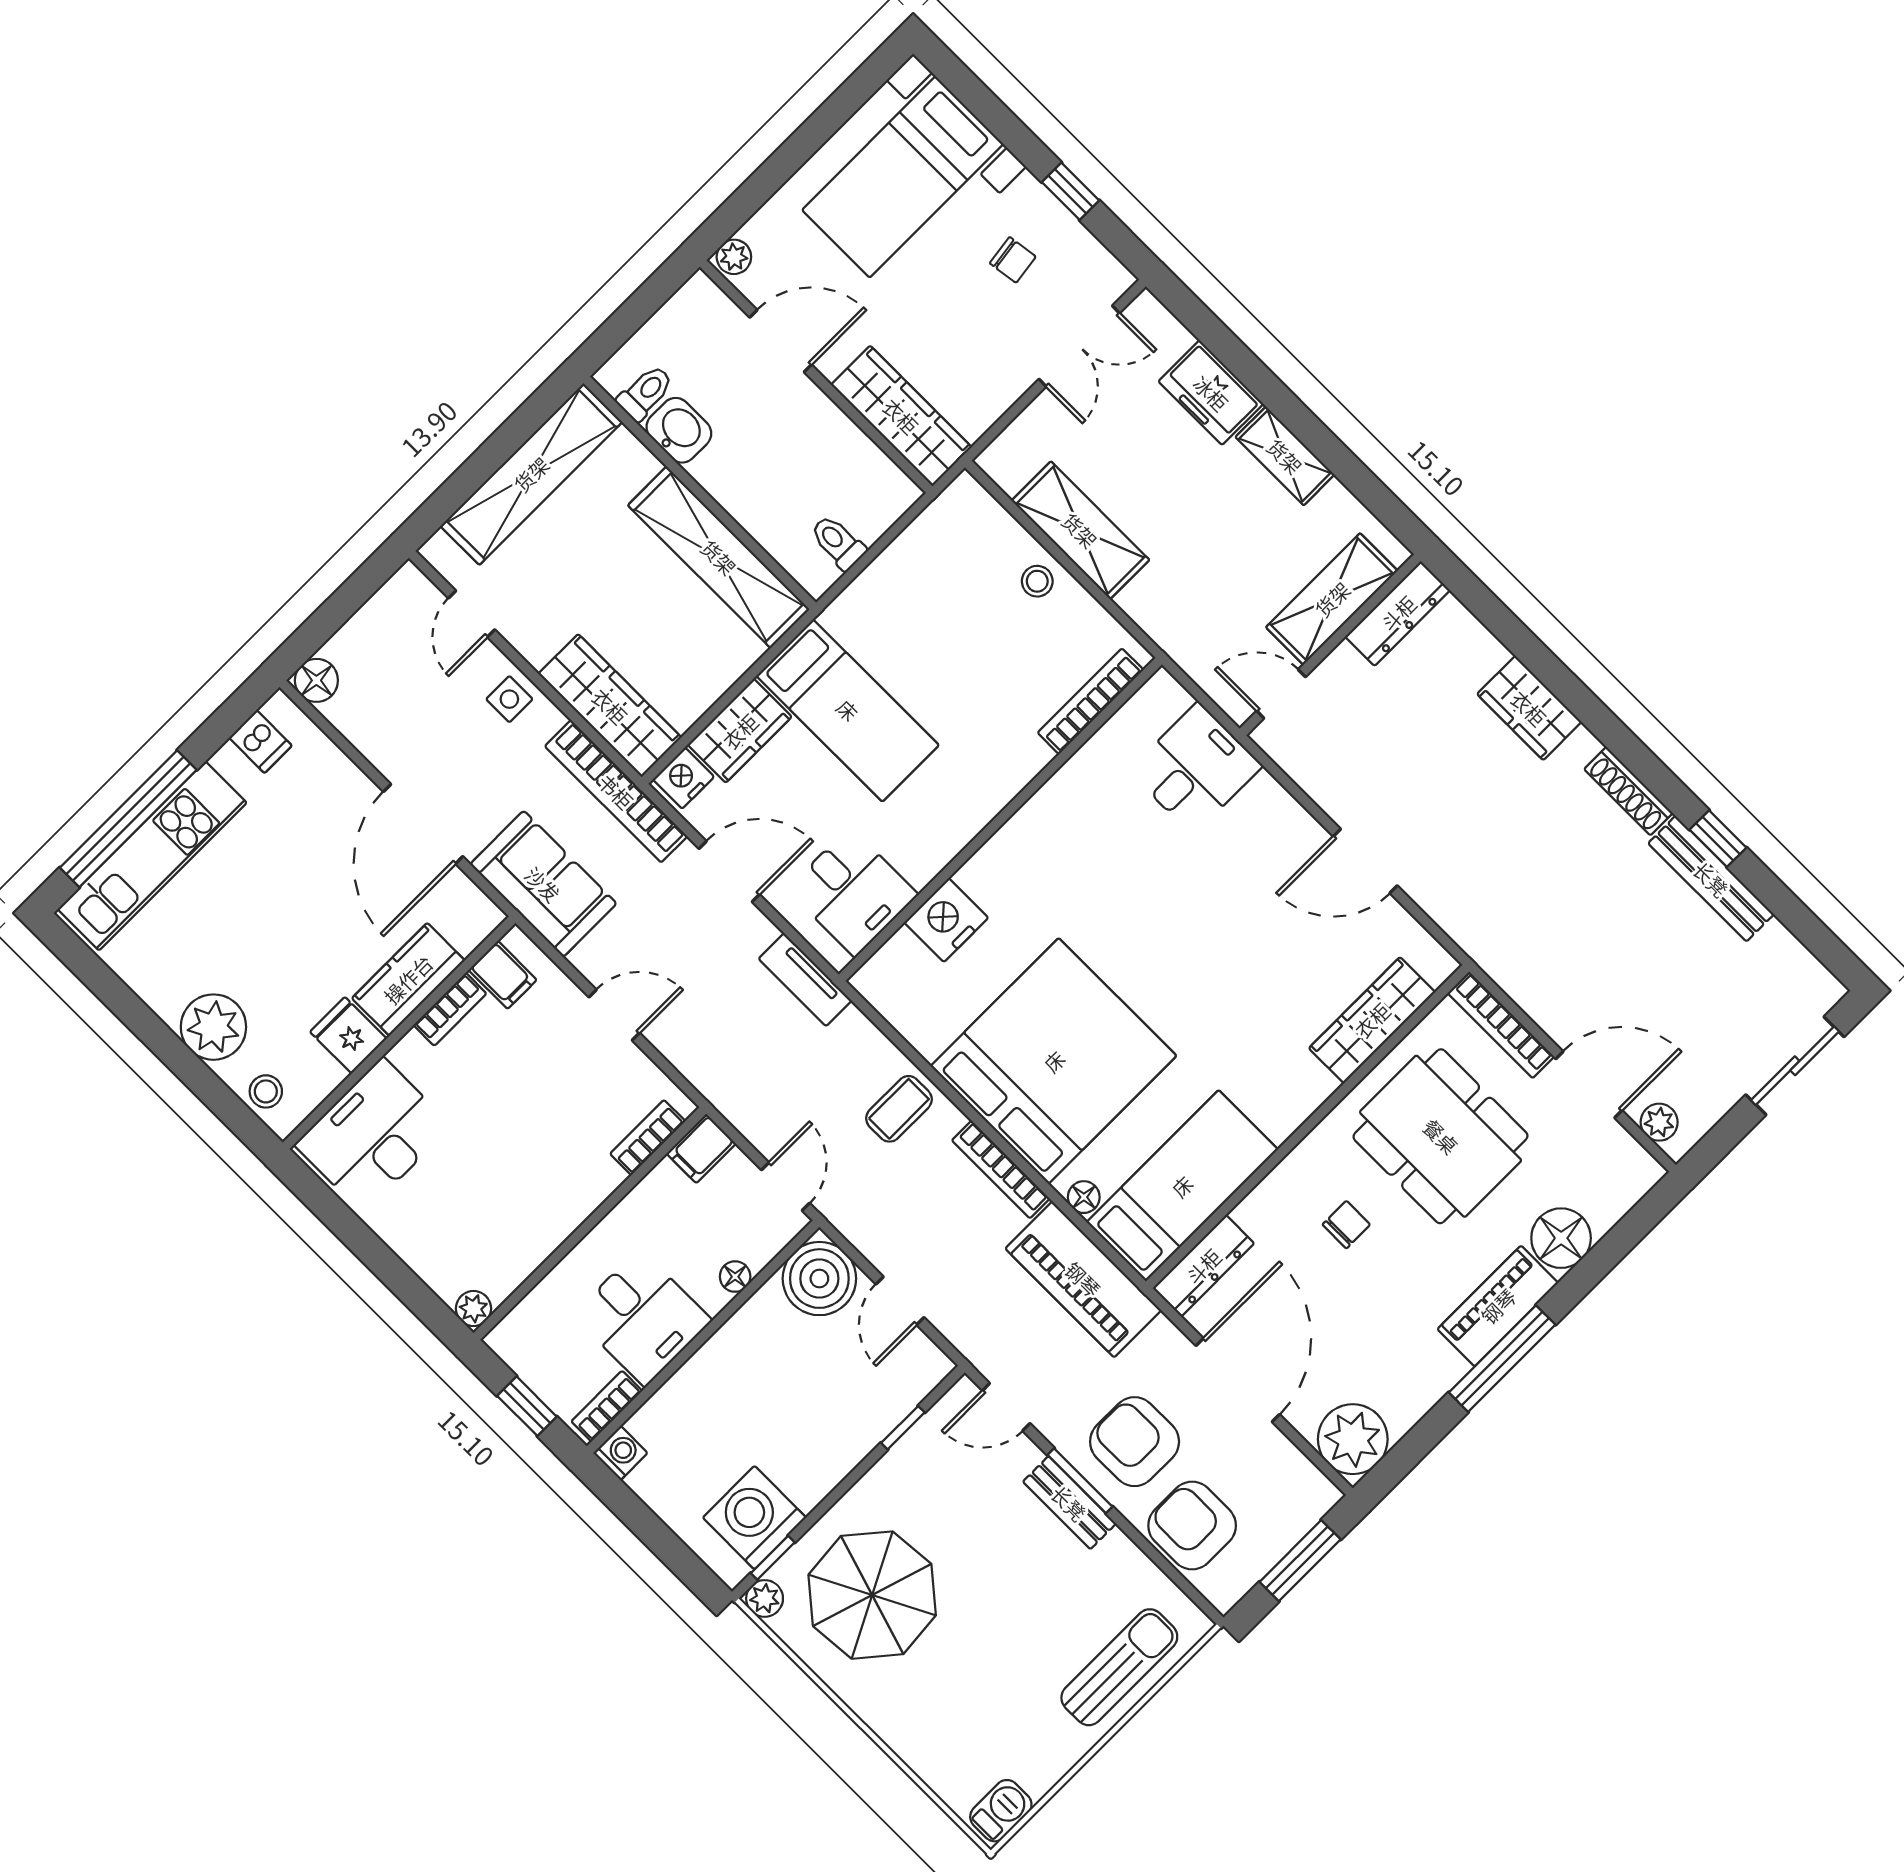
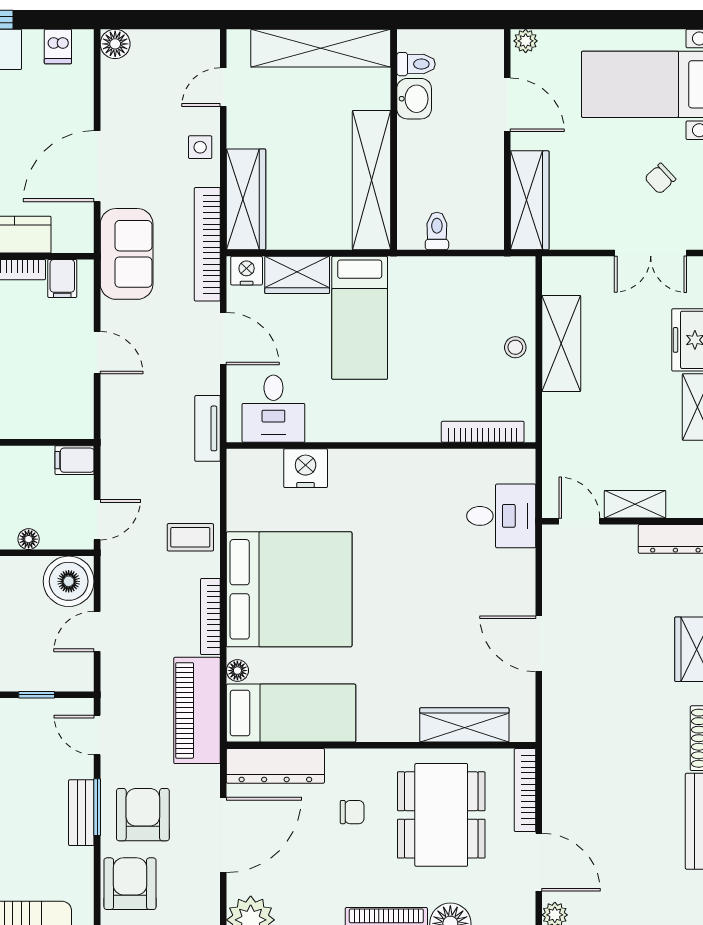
chair: (1013, 260) -> (660, 179), turned 55
shelving: (1332, 599) -> (635, 504), width x0.67, depth x0.75
bookcase: (648, 1138) -> (54, 429), removed
dresser: (1203, 1266) -> (275, 766), width x1.37, depth x1.24

